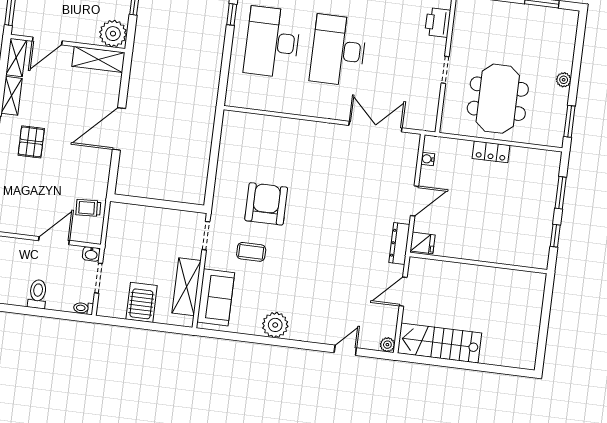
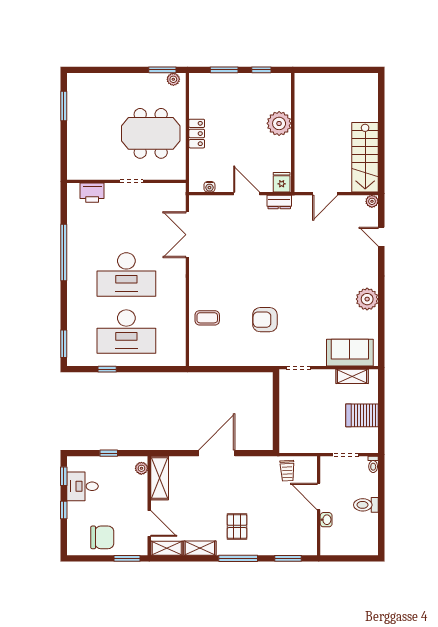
plant: (113, 34) -> (141, 468), width x0.53, depth x0.53
plant: (564, 80) -> (173, 79), moved
door: (119, 129) -> (217, 453), swing flipped
pallet: (31, 142) -> (237, 526), turned 90
armchair: (266, 204) -> (265, 320), width x0.73, depth x0.73
dresser: (399, 244) -> (279, 202), width x0.70
plant: (491, 248) -> (279, 123), added
coffee table: (251, 252) -> (207, 318), moved, turned 90
washbasin: (91, 254) -> (326, 520), moved
shelving: (187, 287) -> (352, 376), width x0.67, depth x0.75
door: (403, 292) -> (325, 194), hinge flipped

